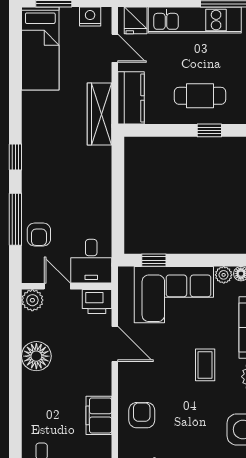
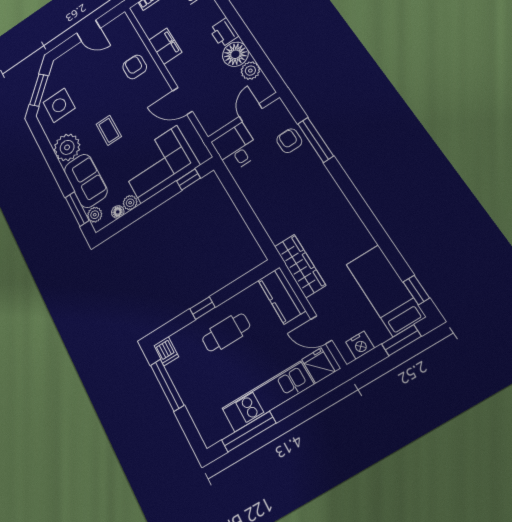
window: (15, 157) -> (416, 290), moved
door: (57, 286) -> (251, 113), swing flipped
plant: (32, 300) -> (250, 71), moved
printer: (97, 301) -> (224, 33), moved, turned -90
armchair: (142, 415) -> (135, 67), turned 180

